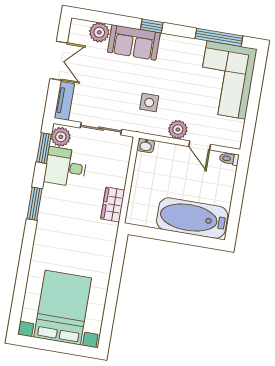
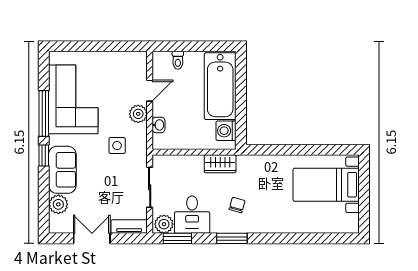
window: (219, 37) -> (44, 114), moved
corner sofa: (226, 80) -> (73, 99), moved, turned -90
washbasin: (146, 146) -> (159, 125), moved
toilet: (229, 159) -> (178, 60), moved
chair: (68, 215) -> (237, 205), added
washing machine: (145, 216) -> (226, 131), added
bed with nightstands: (63, 308) -> (326, 185), width x0.73

